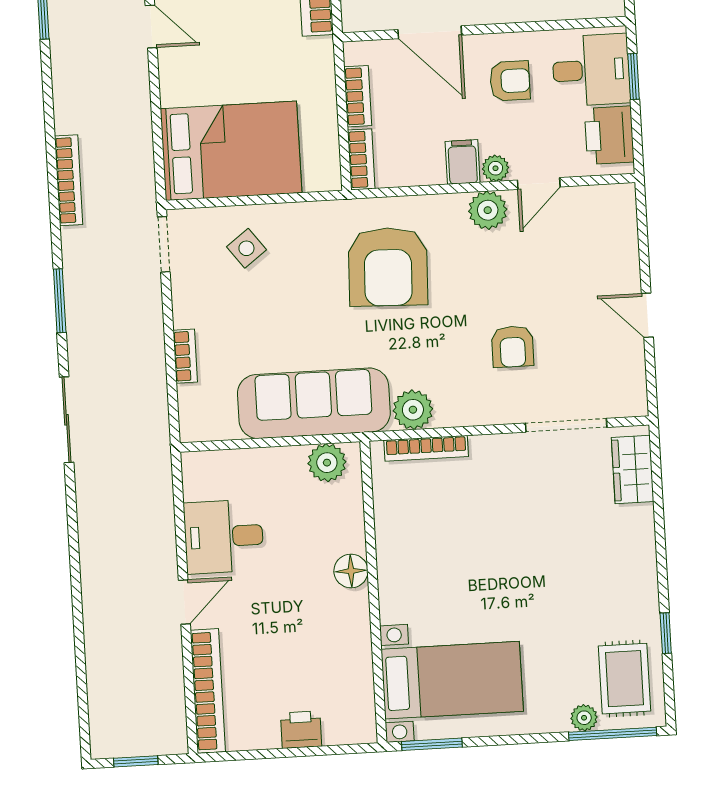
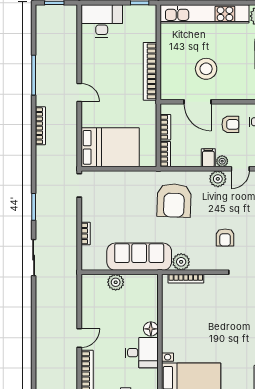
bookcase: (69, 180) -> (40, 126), moved
side table: (246, 248) -> (114, 189), removed
plant: (327, 463) -> (116, 282), moved
desk: (224, 536) -> (142, 353), moved, turned 180

